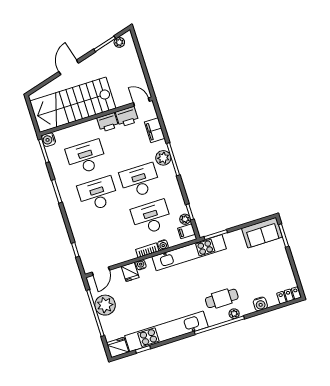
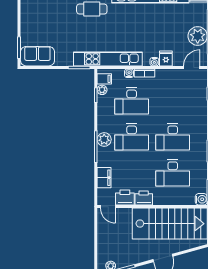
plant: (163, 158) -> (104, 139), moved

